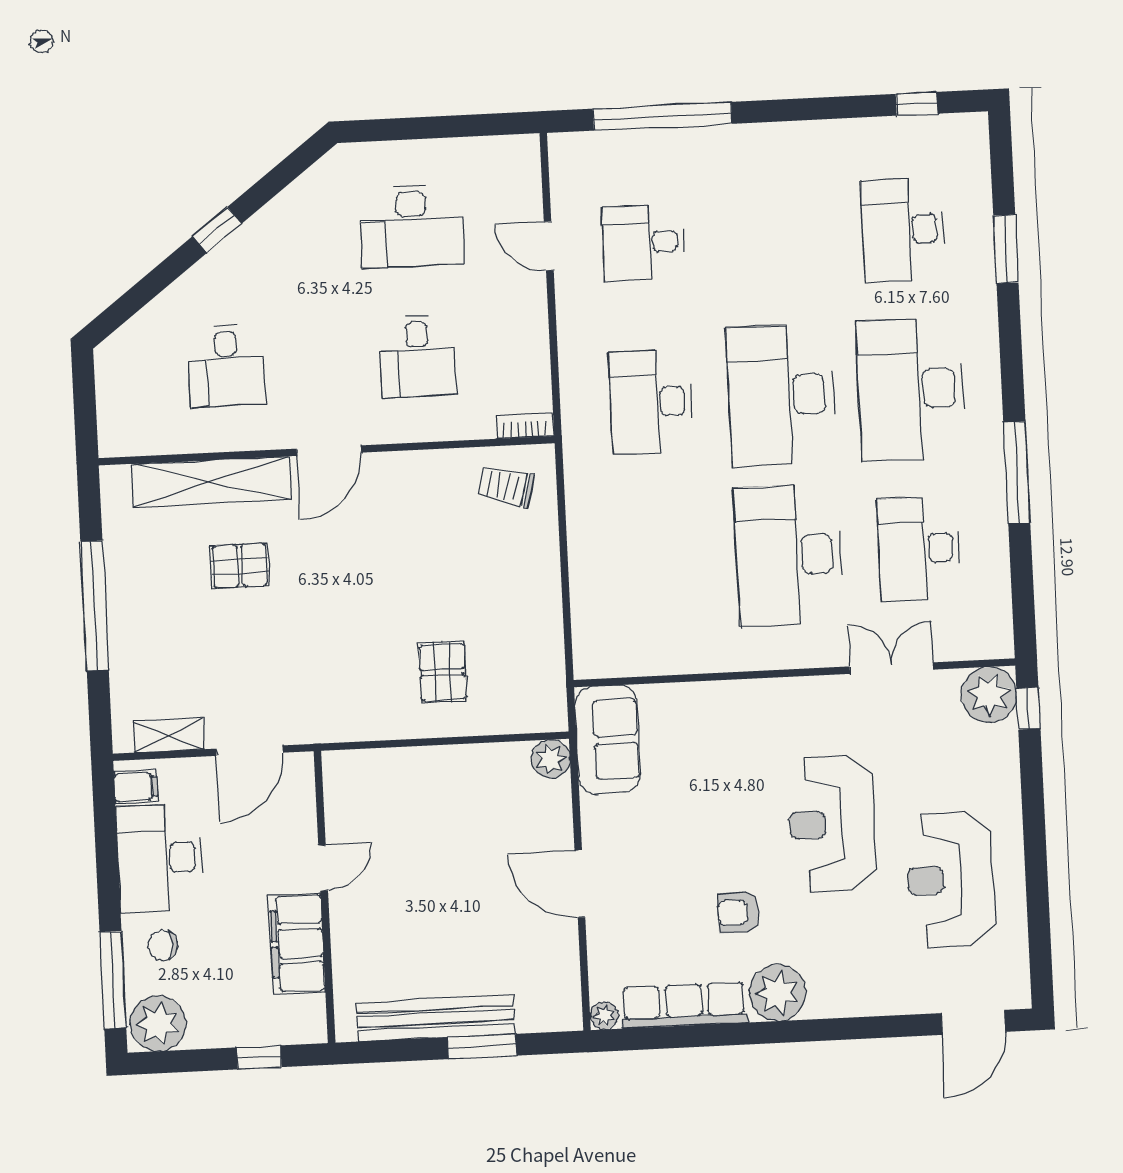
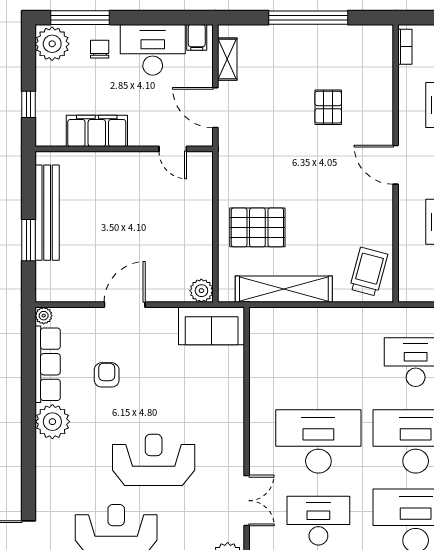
bookcase: (525, 426) -> (405, 47), moved
shelving: (211, 482) -> (284, 289), moved, turned 90
trolley: (506, 486) -> (369, 272), width x1.36, depth x1.39
pallet: (443, 672) -> (257, 227), width x1.50, depth x1.42
door: (323, 868) -> (173, 149), moved
armchair: (738, 912) -> (107, 375), moved

